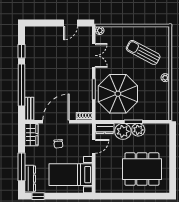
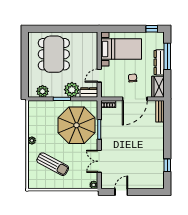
window: (22, 85) -> (167, 134), removed
plant: (138, 130) -> (43, 91), moved
dining table: (142, 169) -> (54, 54), turned 90
dresser: (30, 179) -> (159, 62), moved

